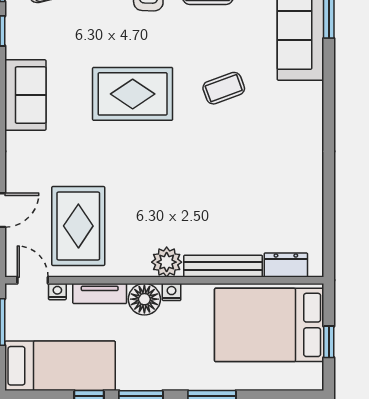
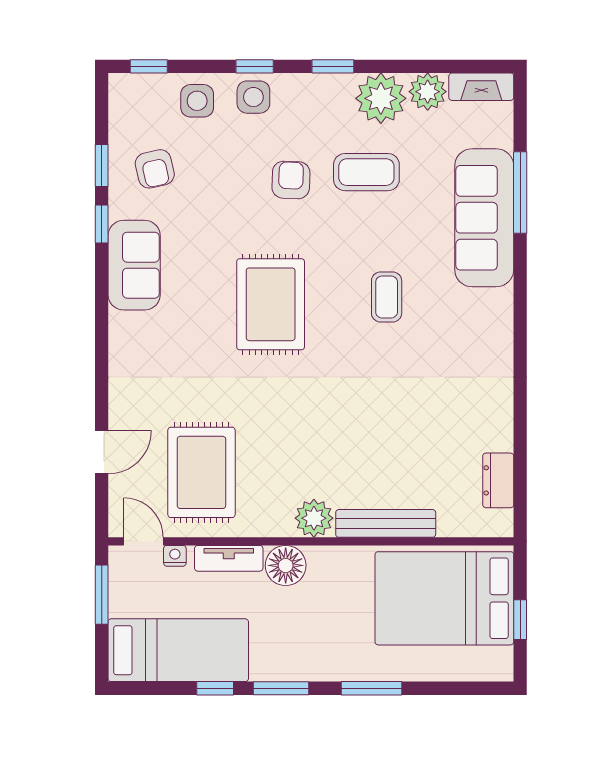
coffee table: (224, 88) -> (387, 297), turned -70
rug: (133, 94) -> (271, 304), turned 90
sofa: (25, 95) -> (134, 265), moved
dresser: (286, 265) -> (498, 480), moved, turned -90
nightstand: (172, 292) -> (320, 556), removed

